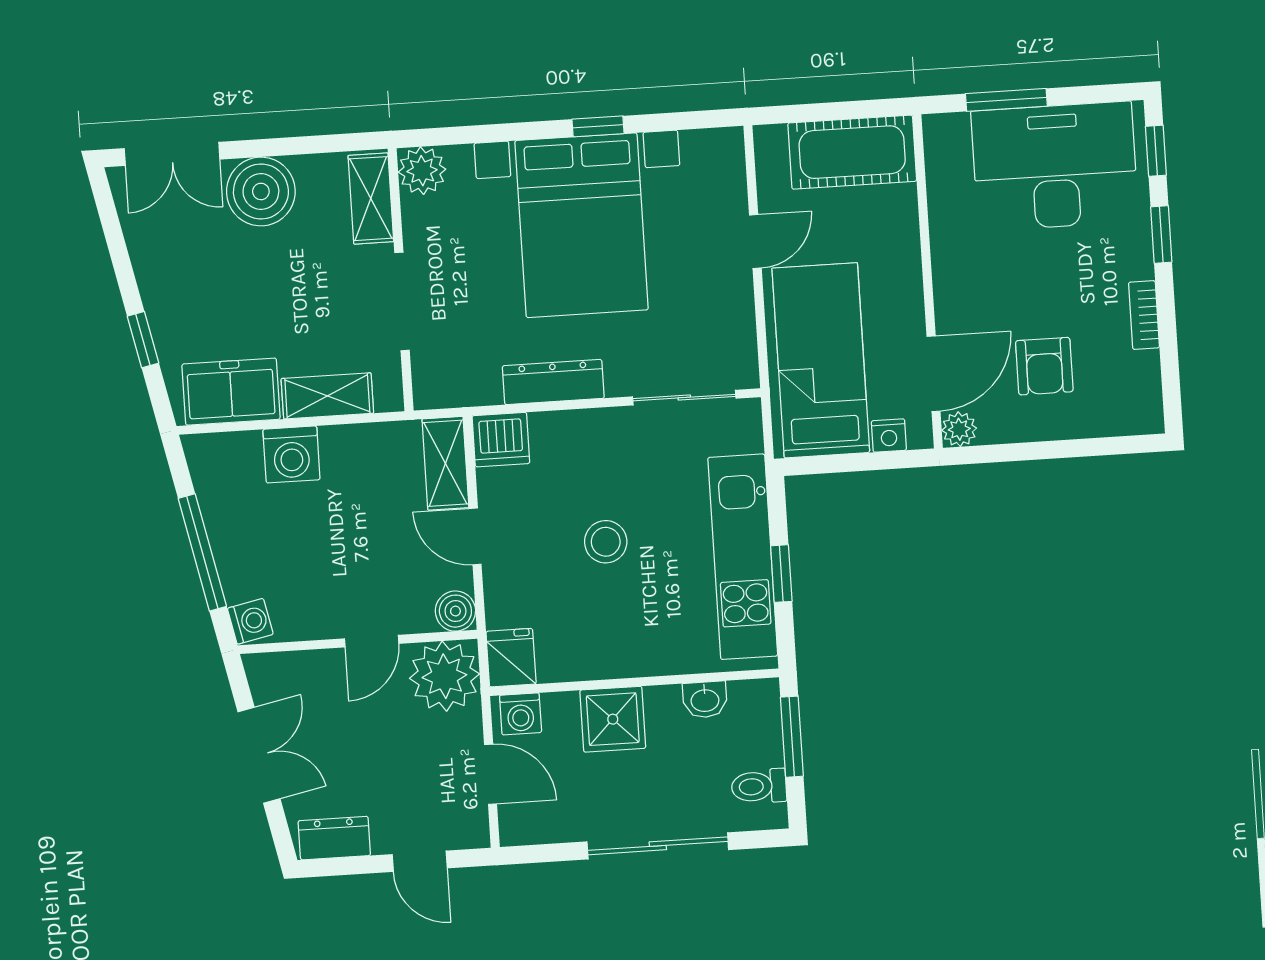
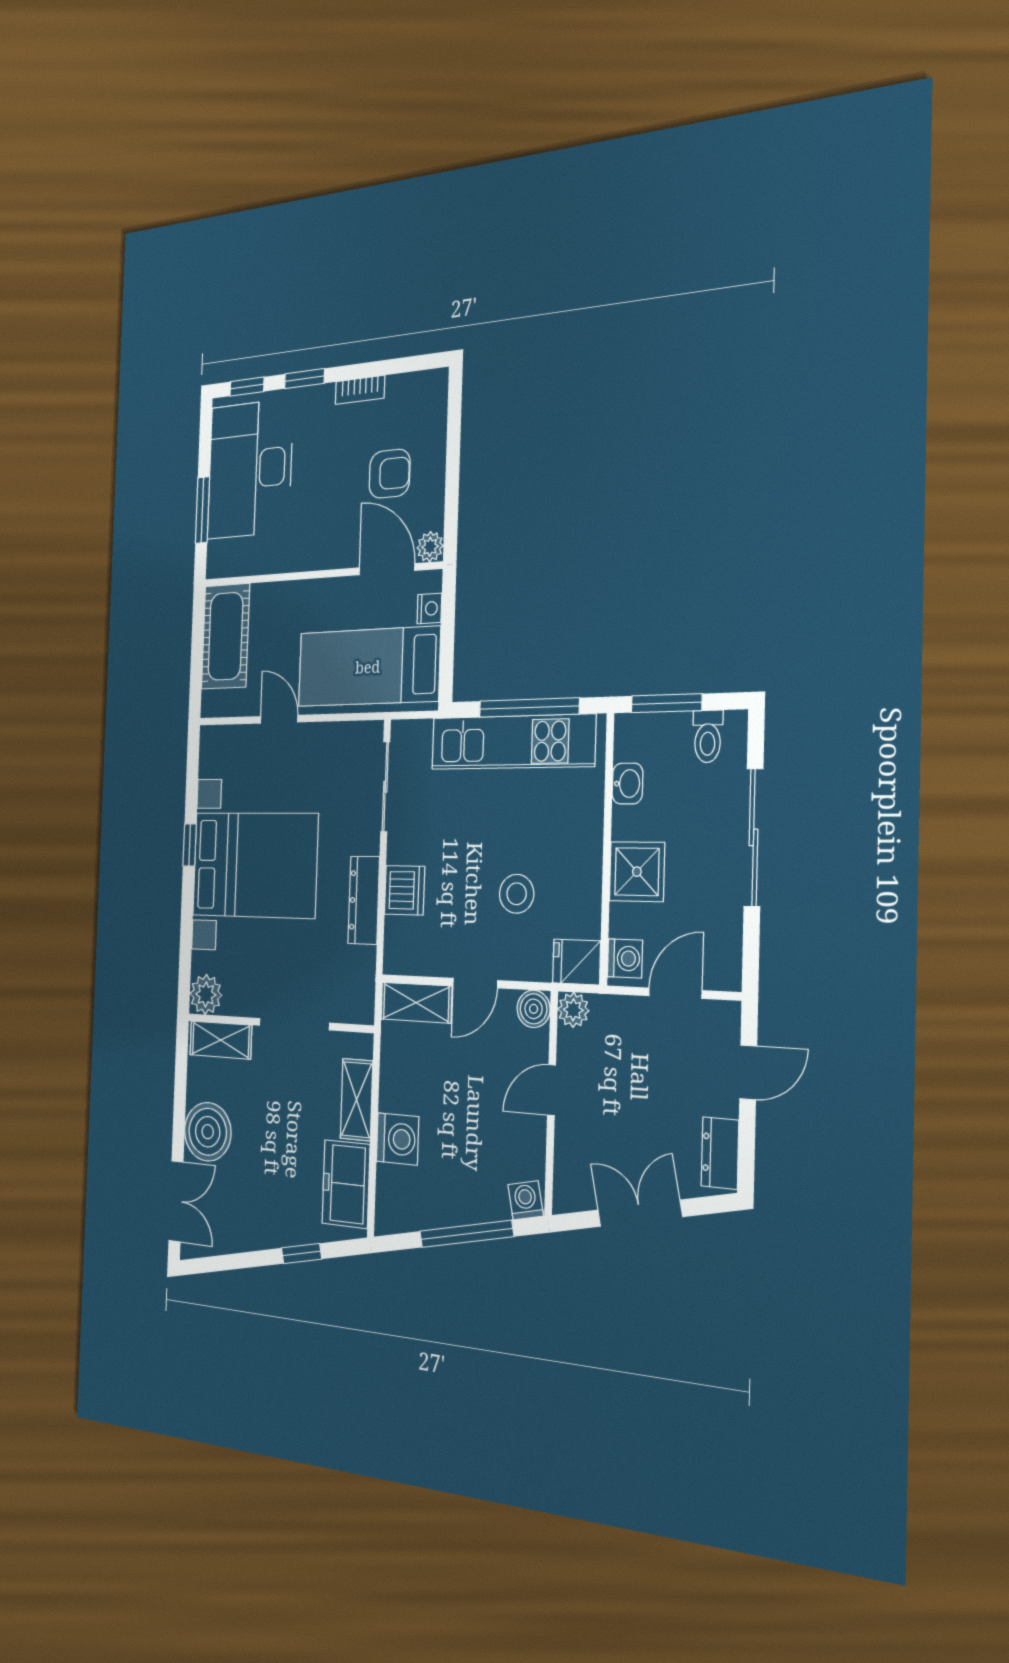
dishwasher: (501, 440) -> (405, 890), moved
stool: (606, 542) -> (517, 894), moved
window: (781, 574) -> (529, 708), width x2.17
door: (372, 641) -> (552, 1090), swing flipped
plant: (444, 676) -> (573, 1010), width x0.53, depth x0.53

